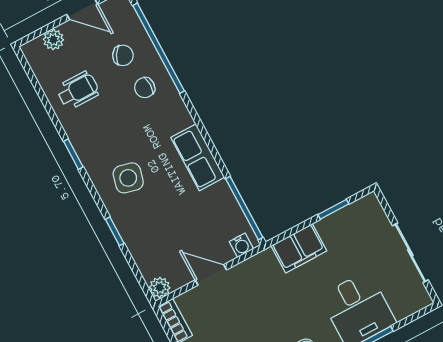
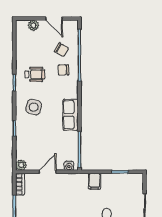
wheelchair: (78, 90) -> (35, 74), moved
filing cabinet: (299, 248) -> (95, 181), width x0.50
door: (211, 275) -> (48, 172), hinge flipped

